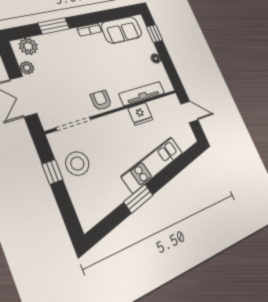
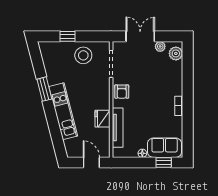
window: (54, 26) -> (188, 79), removed
sofa: (122, 30) -> (165, 148), moved, turned 90
armchair: (101, 100) -> (122, 92), turned 90
door: (189, 112) -> (91, 162), swing flipped
window: (52, 172) -> (67, 36), moved

